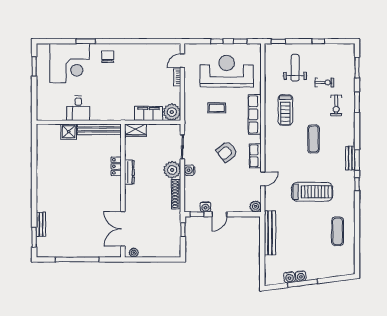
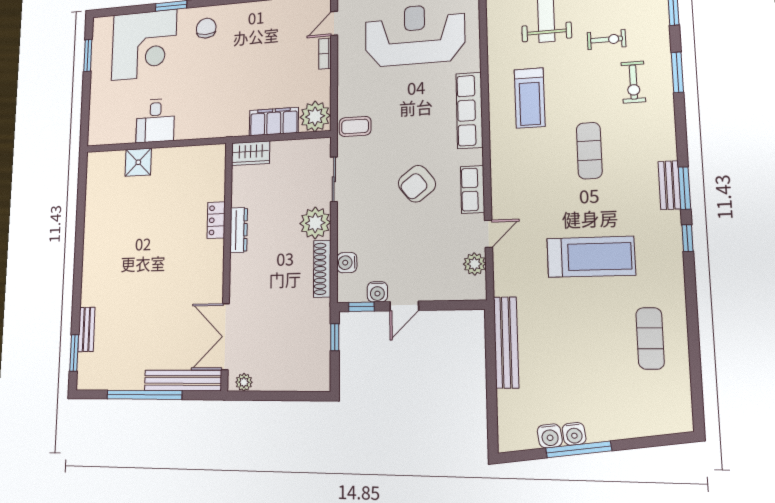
coffee table: (217, 108) -> (355, 126), moved
bench: (99, 129) -> (183, 380), moved
water cooler: (189, 170) -> (347, 263), moved
plant: (255, 206) -> (475, 264), moved

